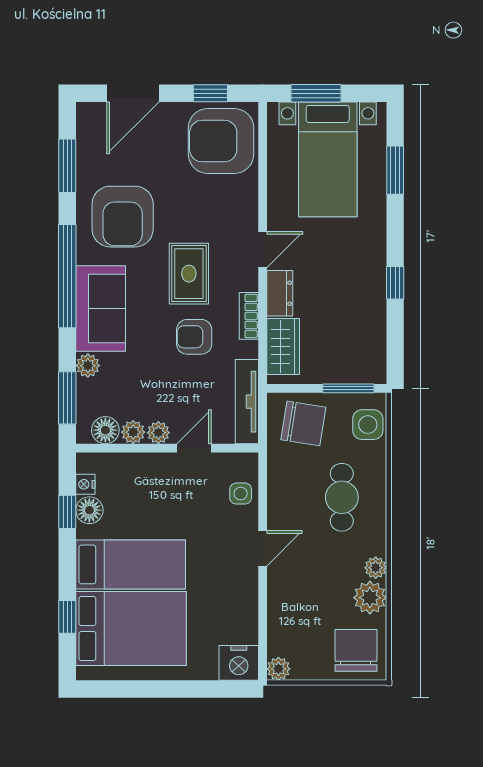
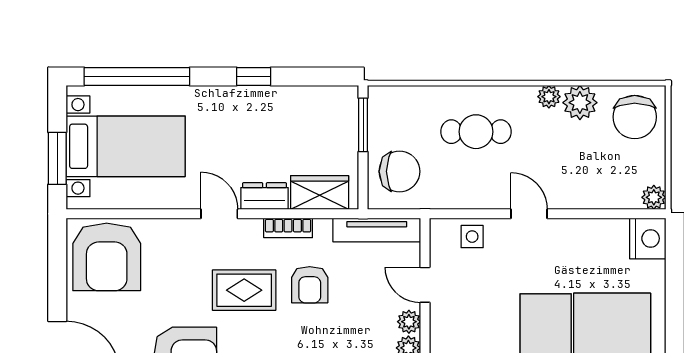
window: (210, 93) -> (57, 268), removed
window: (395, 170) -> (137, 76), width x2.11
chair: (303, 423) -> (399, 171), turned 81
side table: (368, 425) -> (401, 105), removed
chair: (356, 650) -> (635, 117), turned -90

